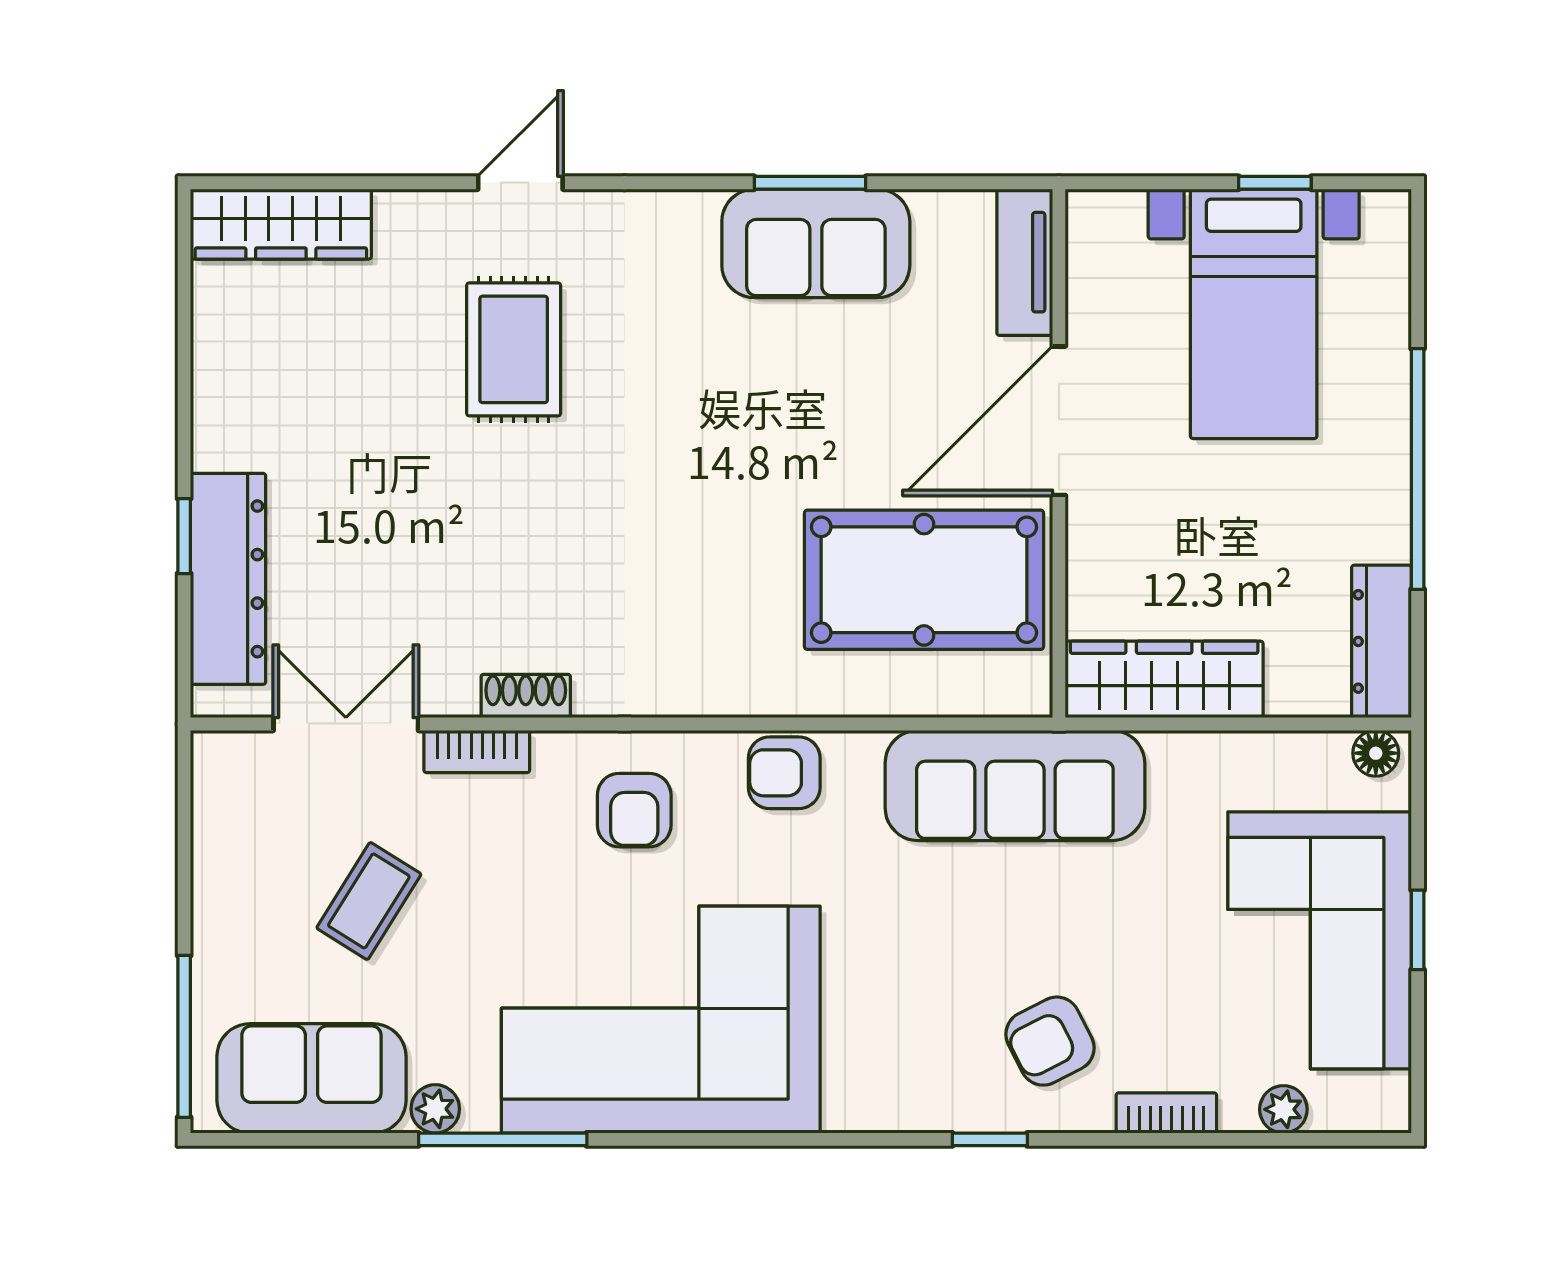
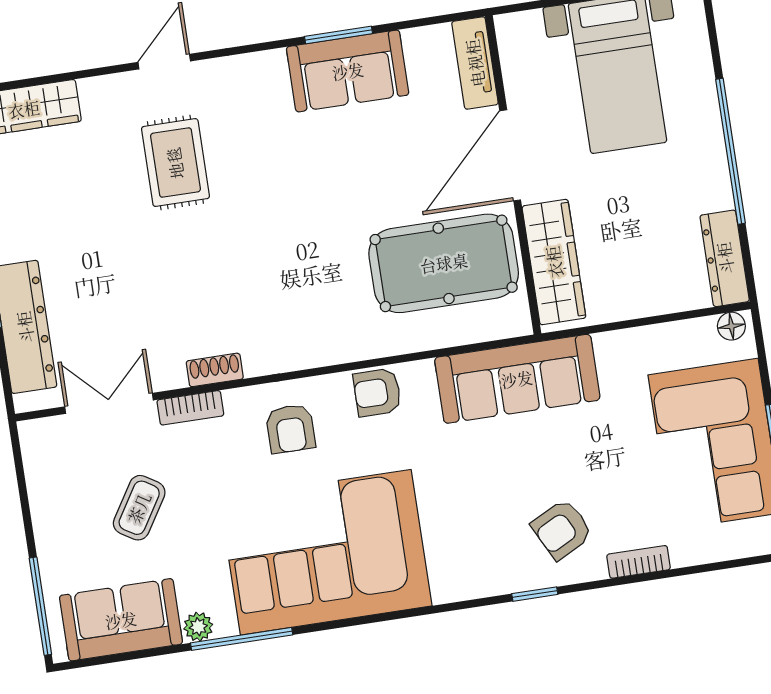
wardrobe: (1164, 679) -> (554, 262), moved, turned 90
plant: (1283, 1109) -> (709, 549), removed

